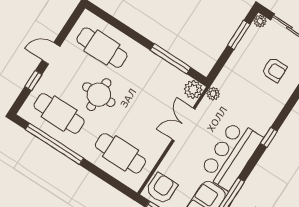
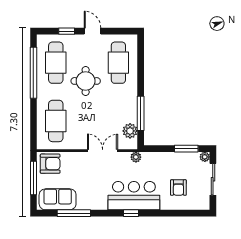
plant: (193, 89) -> (130, 131), moved
bar counter: (231, 155) -> (134, 196), moved

